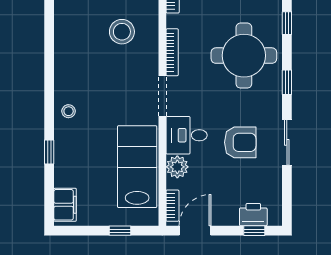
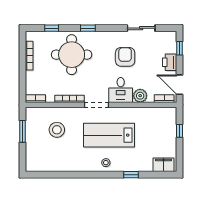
sliding door: (287, 142) -> (141, 28), moved
lab bench: (137, 167) -> (109, 135), moved
printer: (253, 215) -> (170, 62), moved

